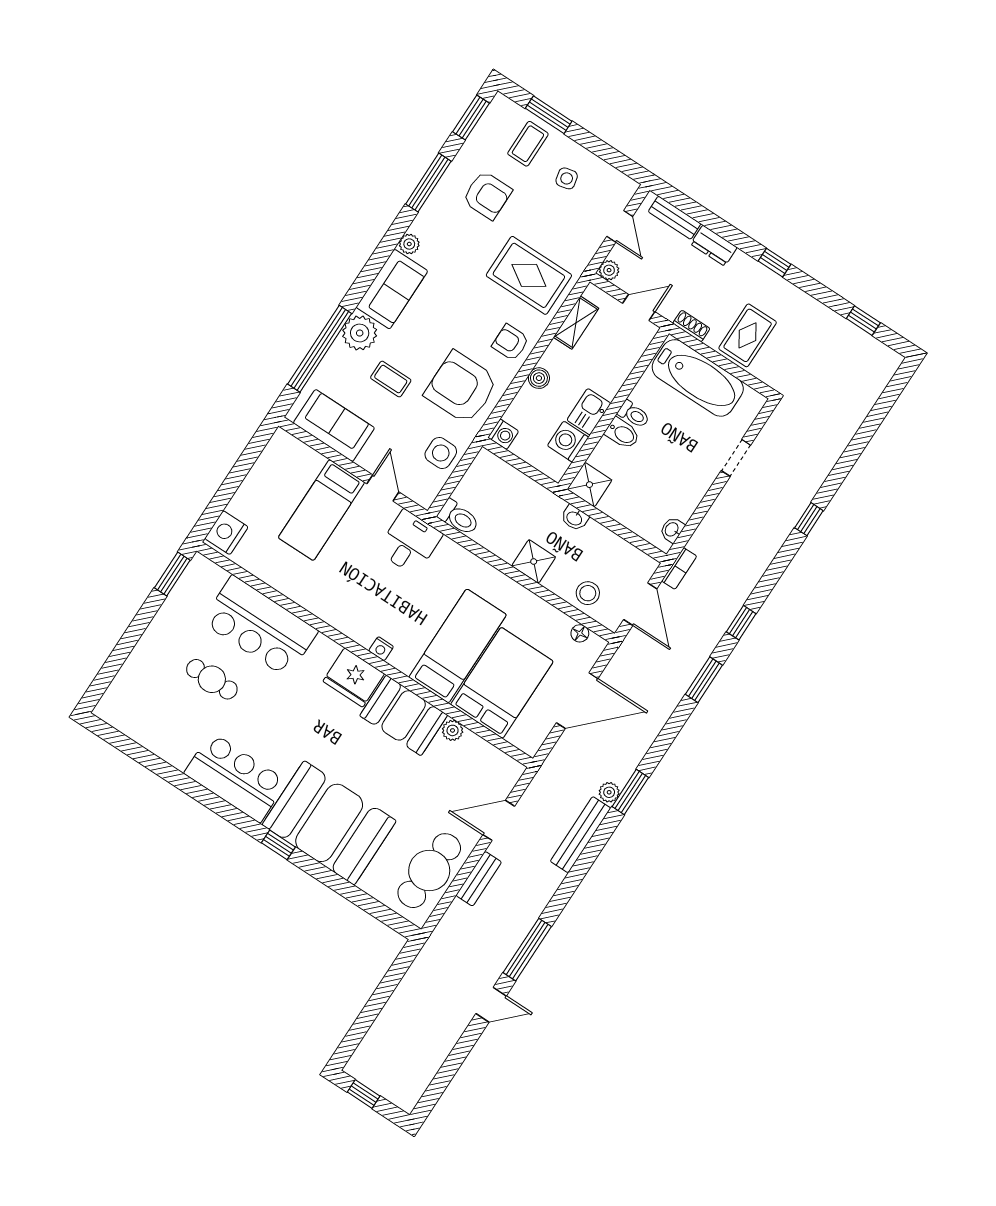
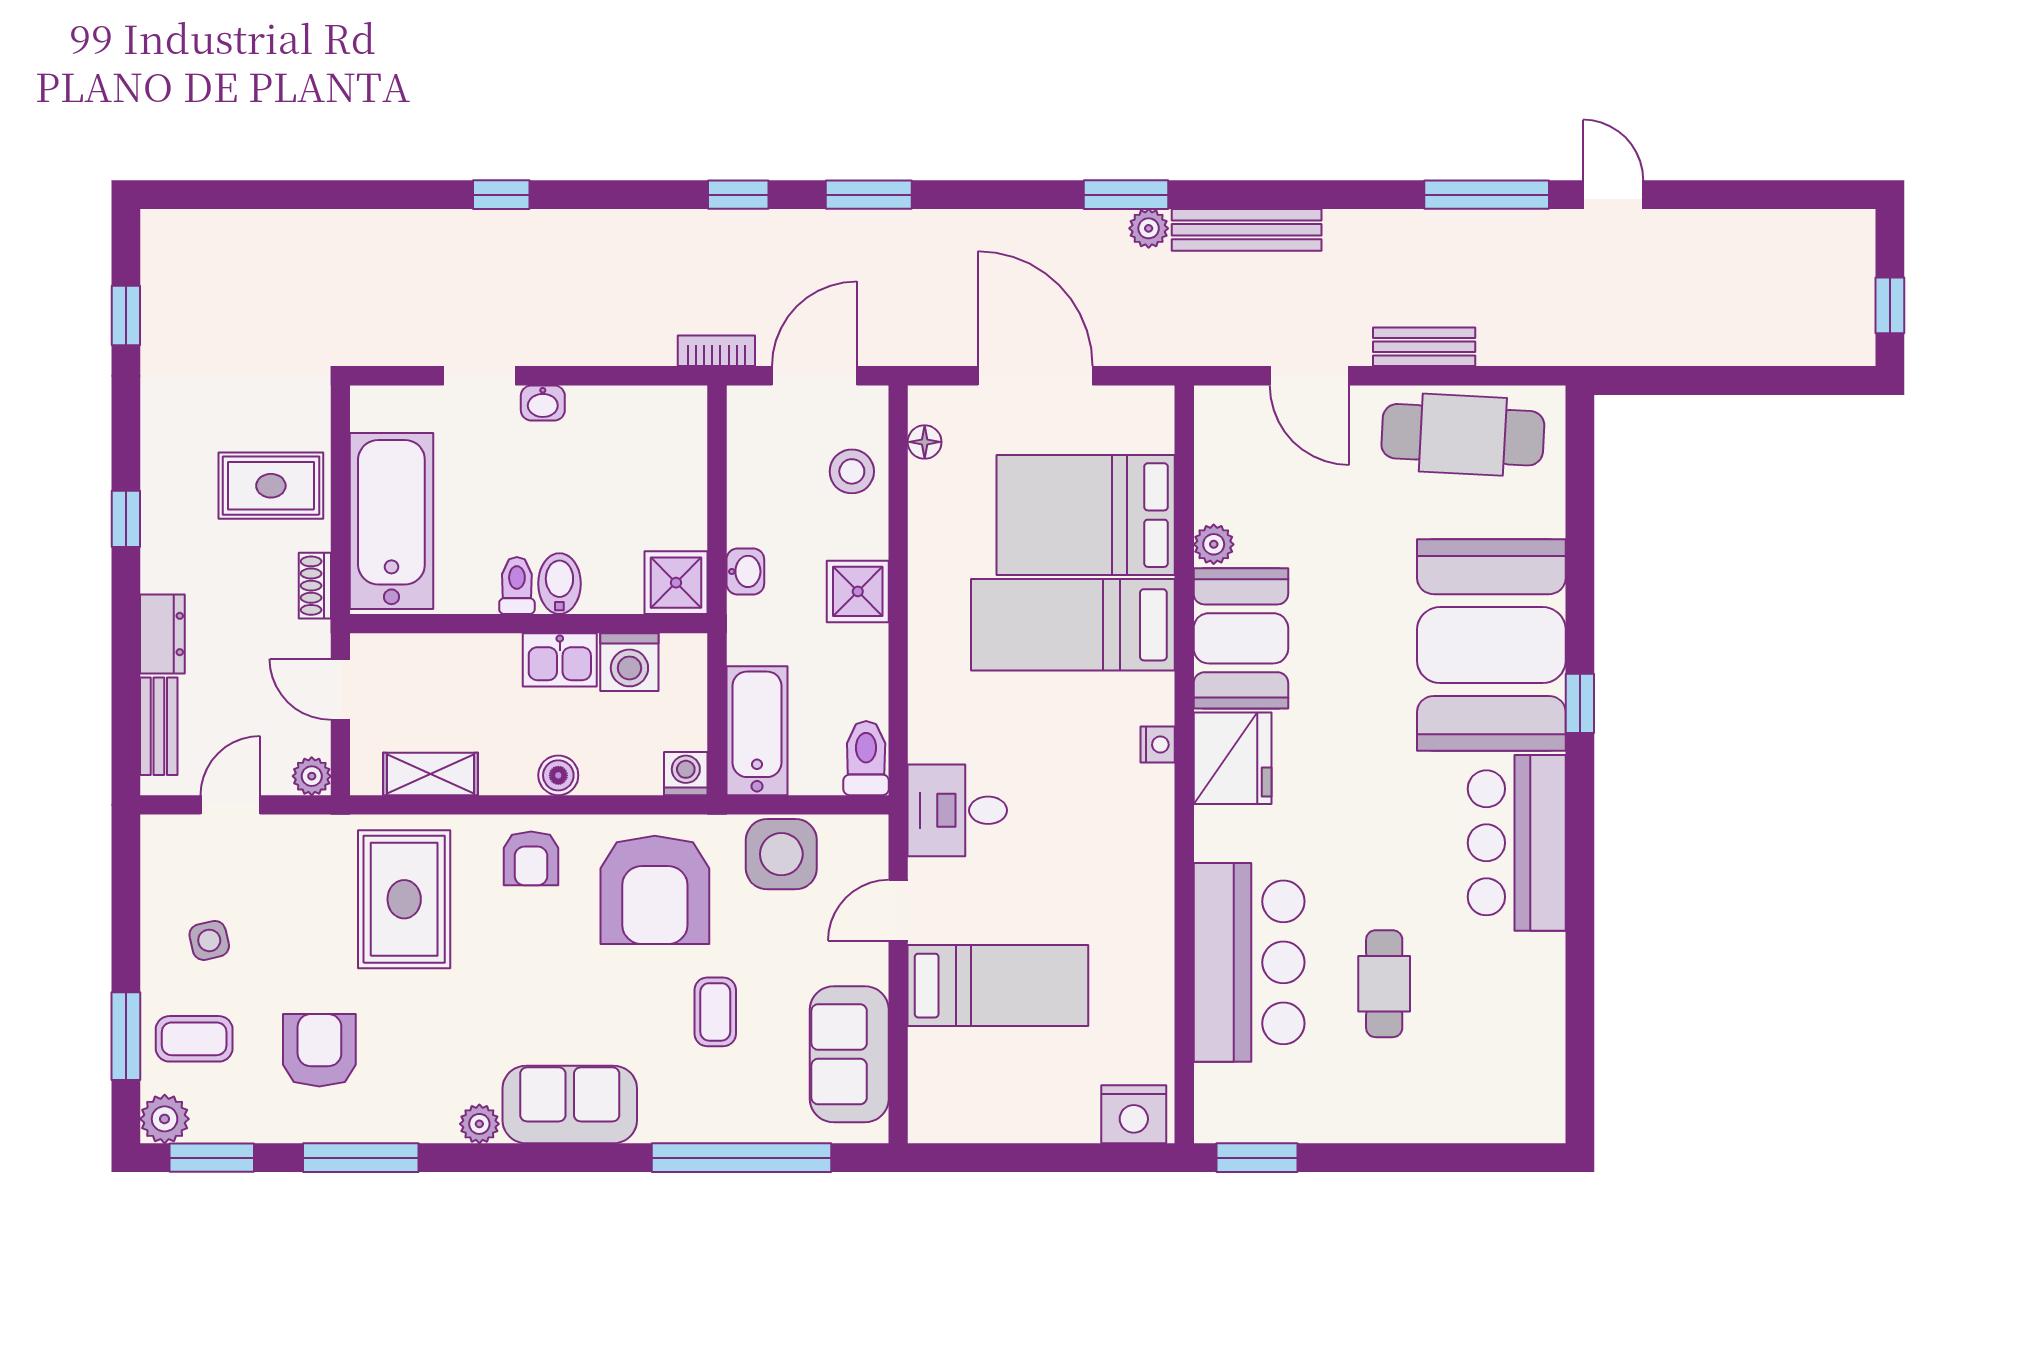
plant: (360, 333) -> (165, 1119), moved, width x0.73, depth x0.73
side table: (441, 453) -> (781, 854), width x1.37, depth x1.37
bathtub: (502, 478) -> (757, 731), added
washbasin: (672, 530) -> (543, 403), moved

